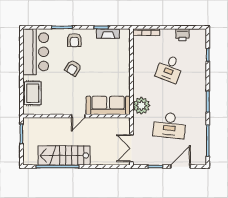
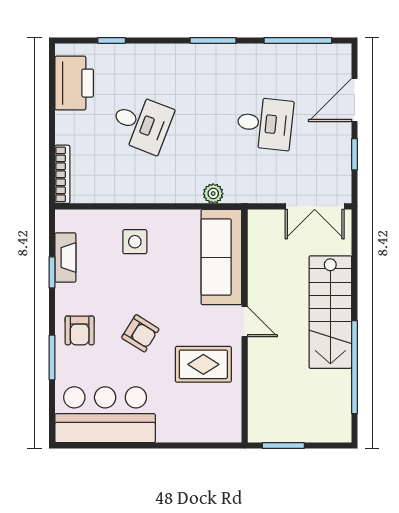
printer: (182, 35) -> (74, 83), width x1.87, depth x1.48
armchair: (74, 40) -> (80, 330), turned 90
side table: (115, 66) -> (135, 242), added
rug: (33, 93) -> (203, 364), moved
plant: (141, 106) -> (213, 194), width x0.53, depth x0.53
desk: (170, 125) -> (265, 123), width x0.73
stairs: (64, 155) -> (330, 312), moved
door: (180, 167) -> (354, 100), hinge flipped

